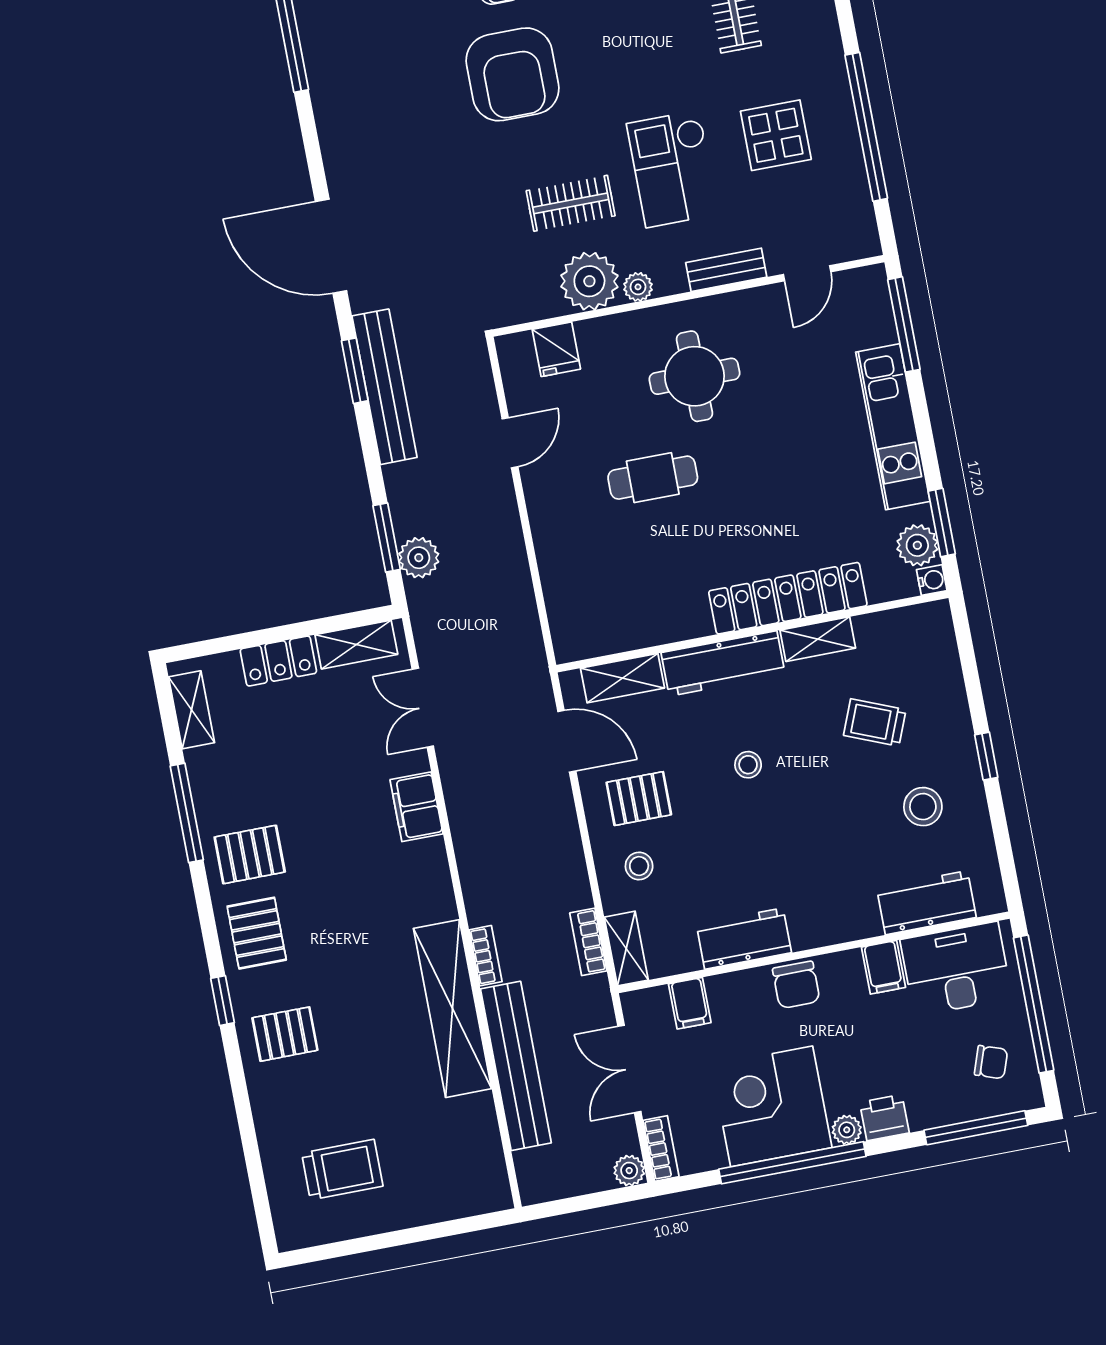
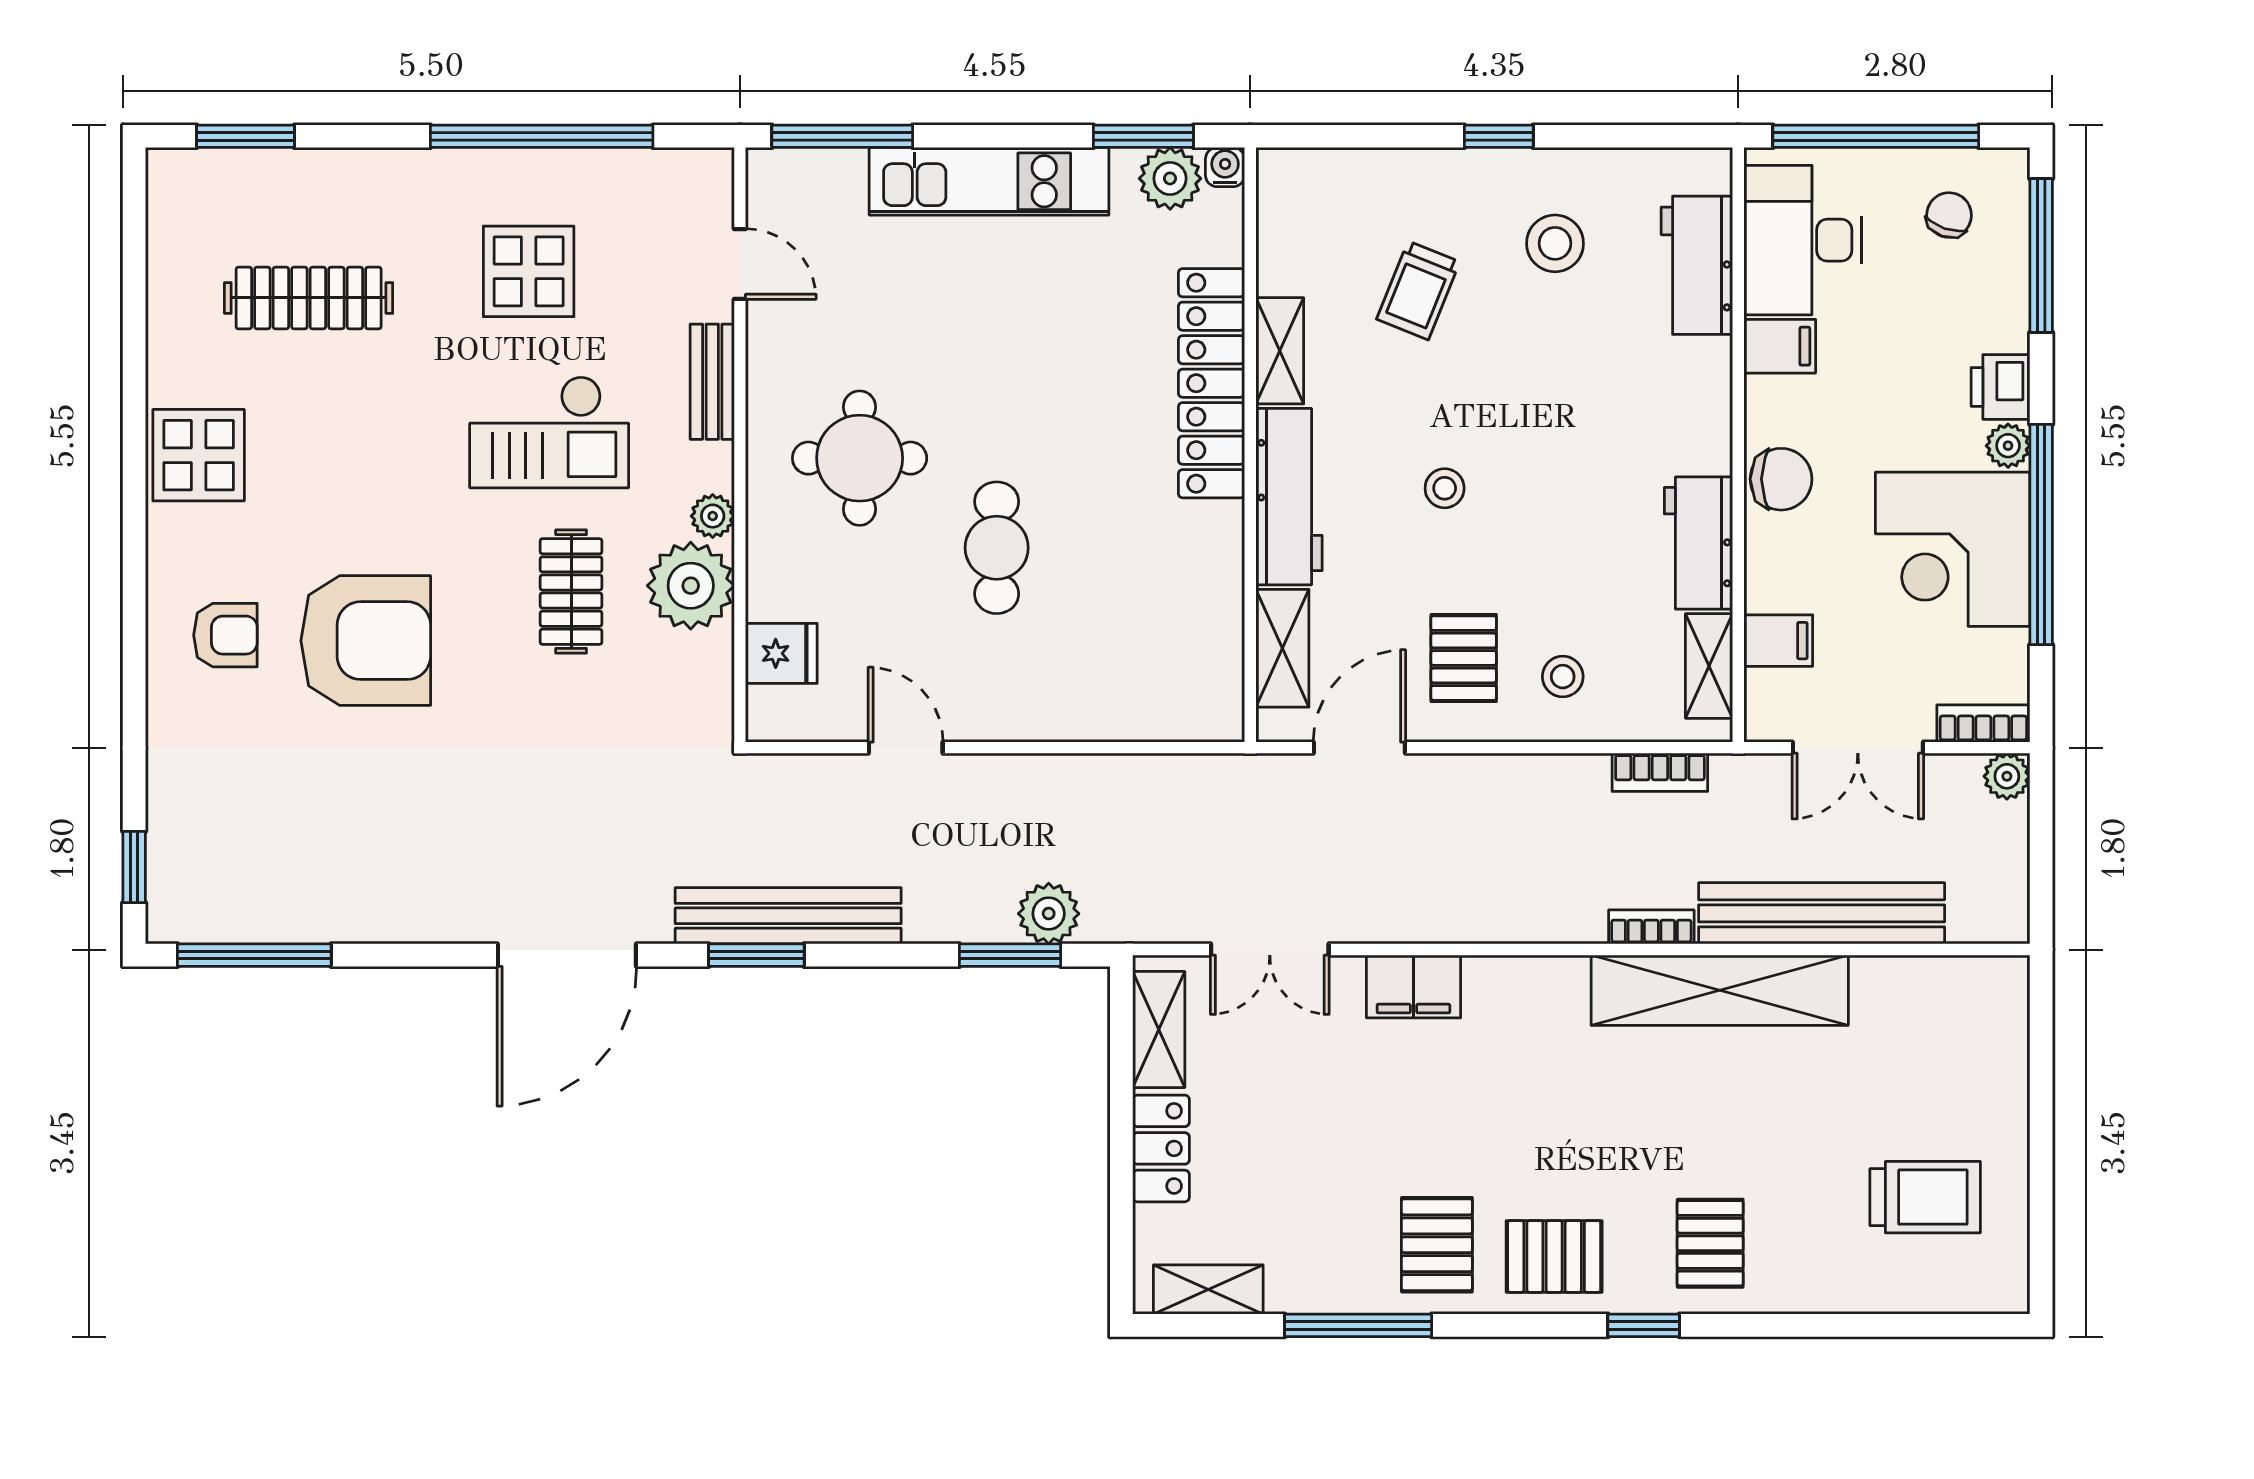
shelving: (626, 949) -> (1709, 666), moved, turned 90
trolley: (342, 1170) -> (1925, 1197), turned 90

